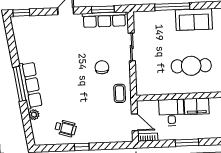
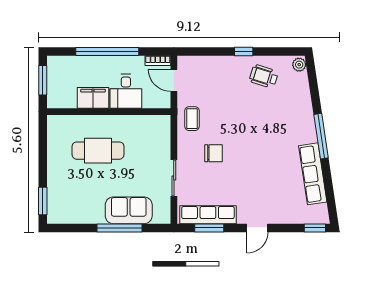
sofa: (194, 19) -> (129, 210), moved
chair: (102, 67) -> (213, 153), turned -90
row of seats: (31, 85) -> (313, 174), moved
plant: (34, 115) -> (299, 65), moved
window: (187, 143) -> (107, 51), width x2.11

